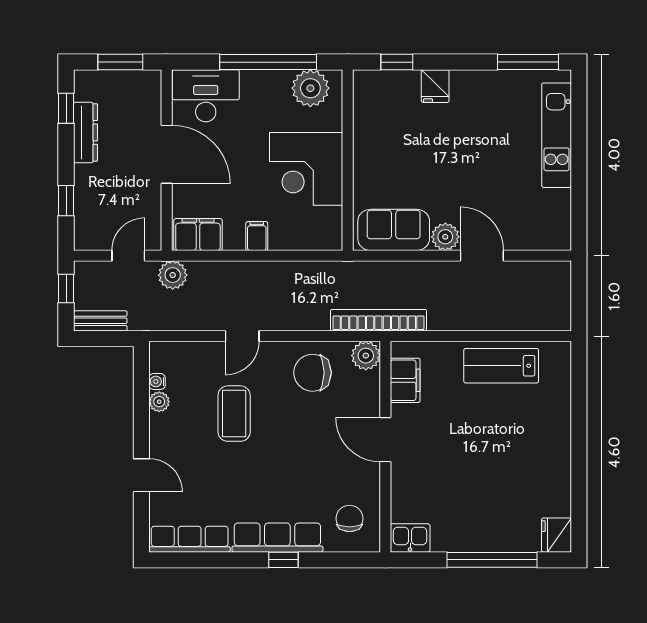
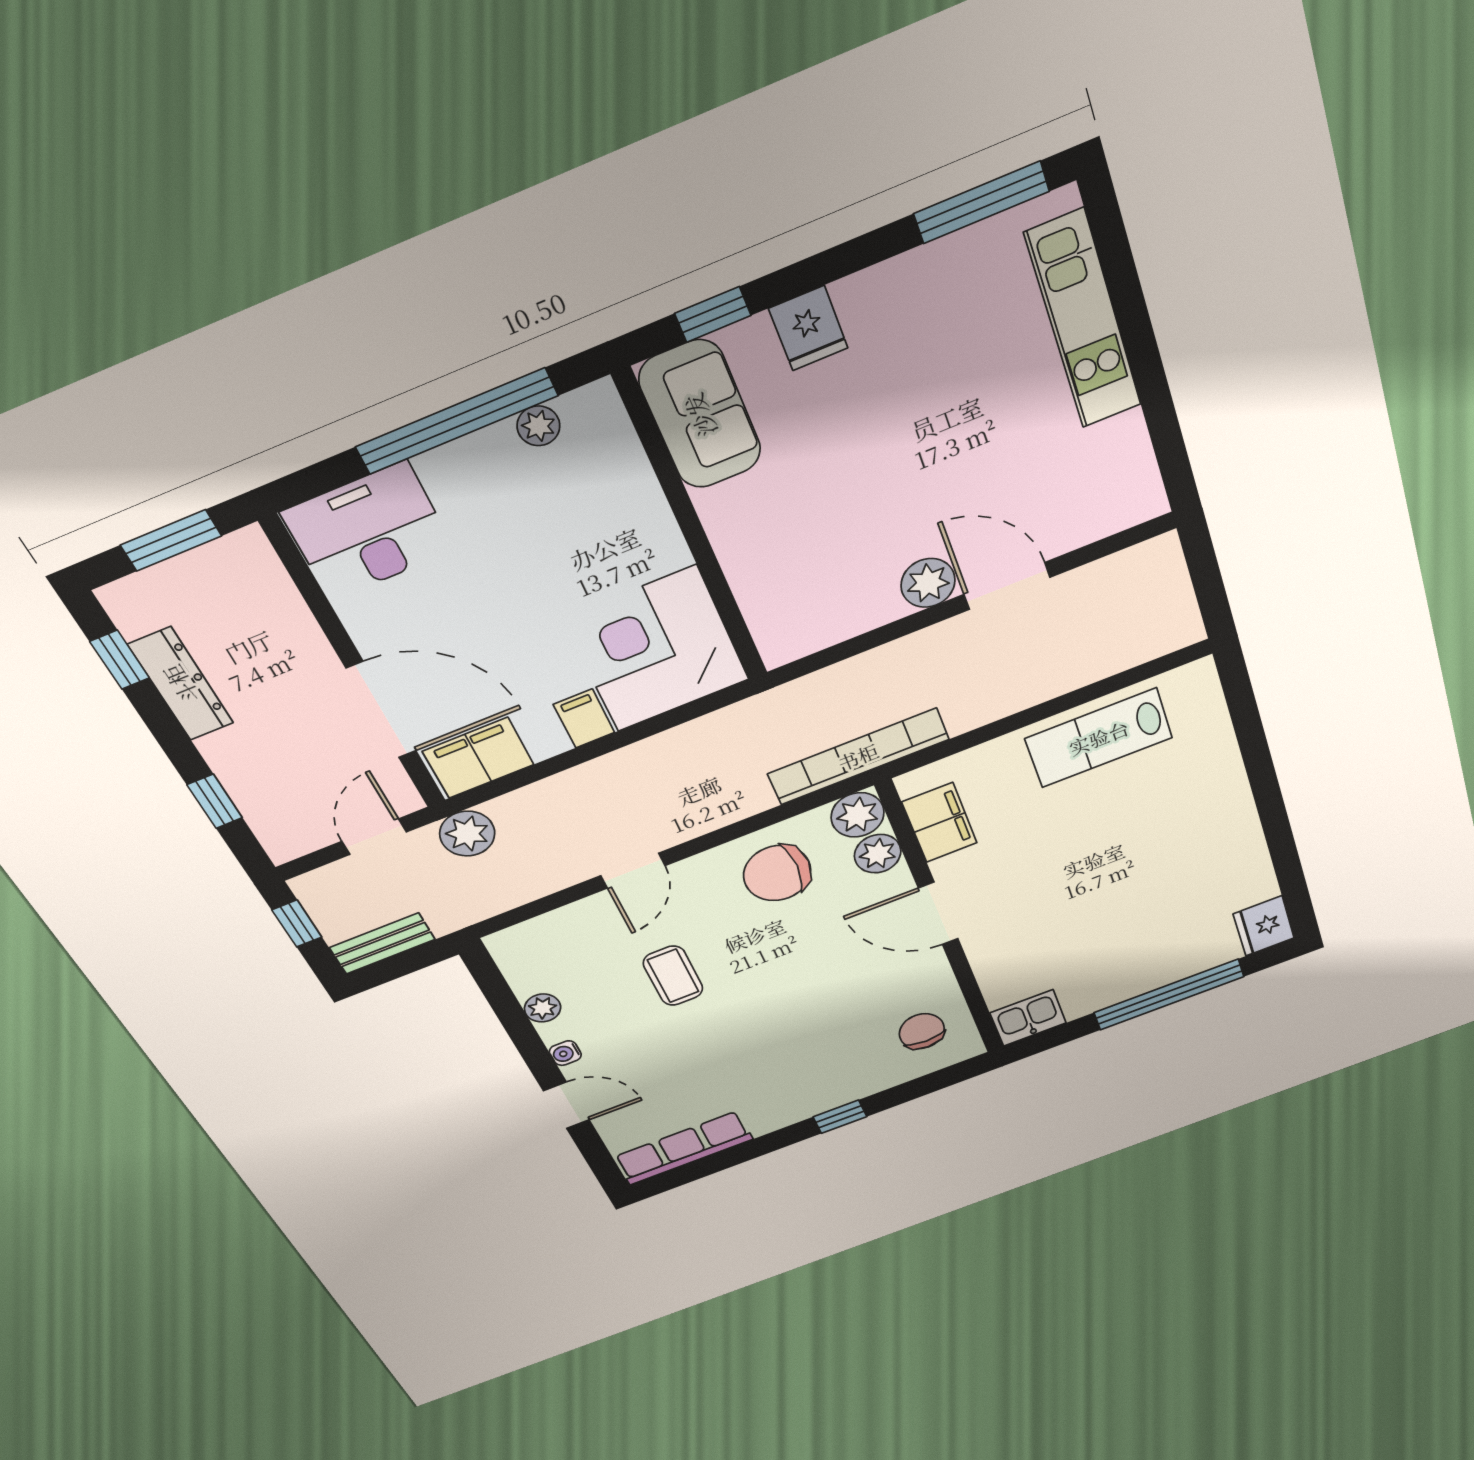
plant: (310, 88) -> (538, 426), width x0.53, depth x0.53
door: (167, 154) -> (381, 710), moved
corner desk: (306, 169) -> (657, 649), moved, turned 90
sofa: (394, 230) -> (700, 415), moved, turned 90
water cooler: (157, 381) -> (565, 1053), moved
plant: (367, 385) -> (878, 854), added
coffee table: (234, 414) -> (673, 976), width x0.73, depth x0.77
row of seats: (277, 538) -> (818, 1096), removed

